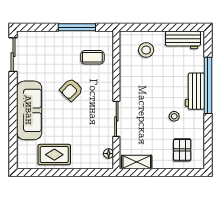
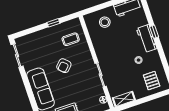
window: (77, 27) -> (53, 23), width x0.46
window: (208, 85) -> (154, 32), width x0.32

